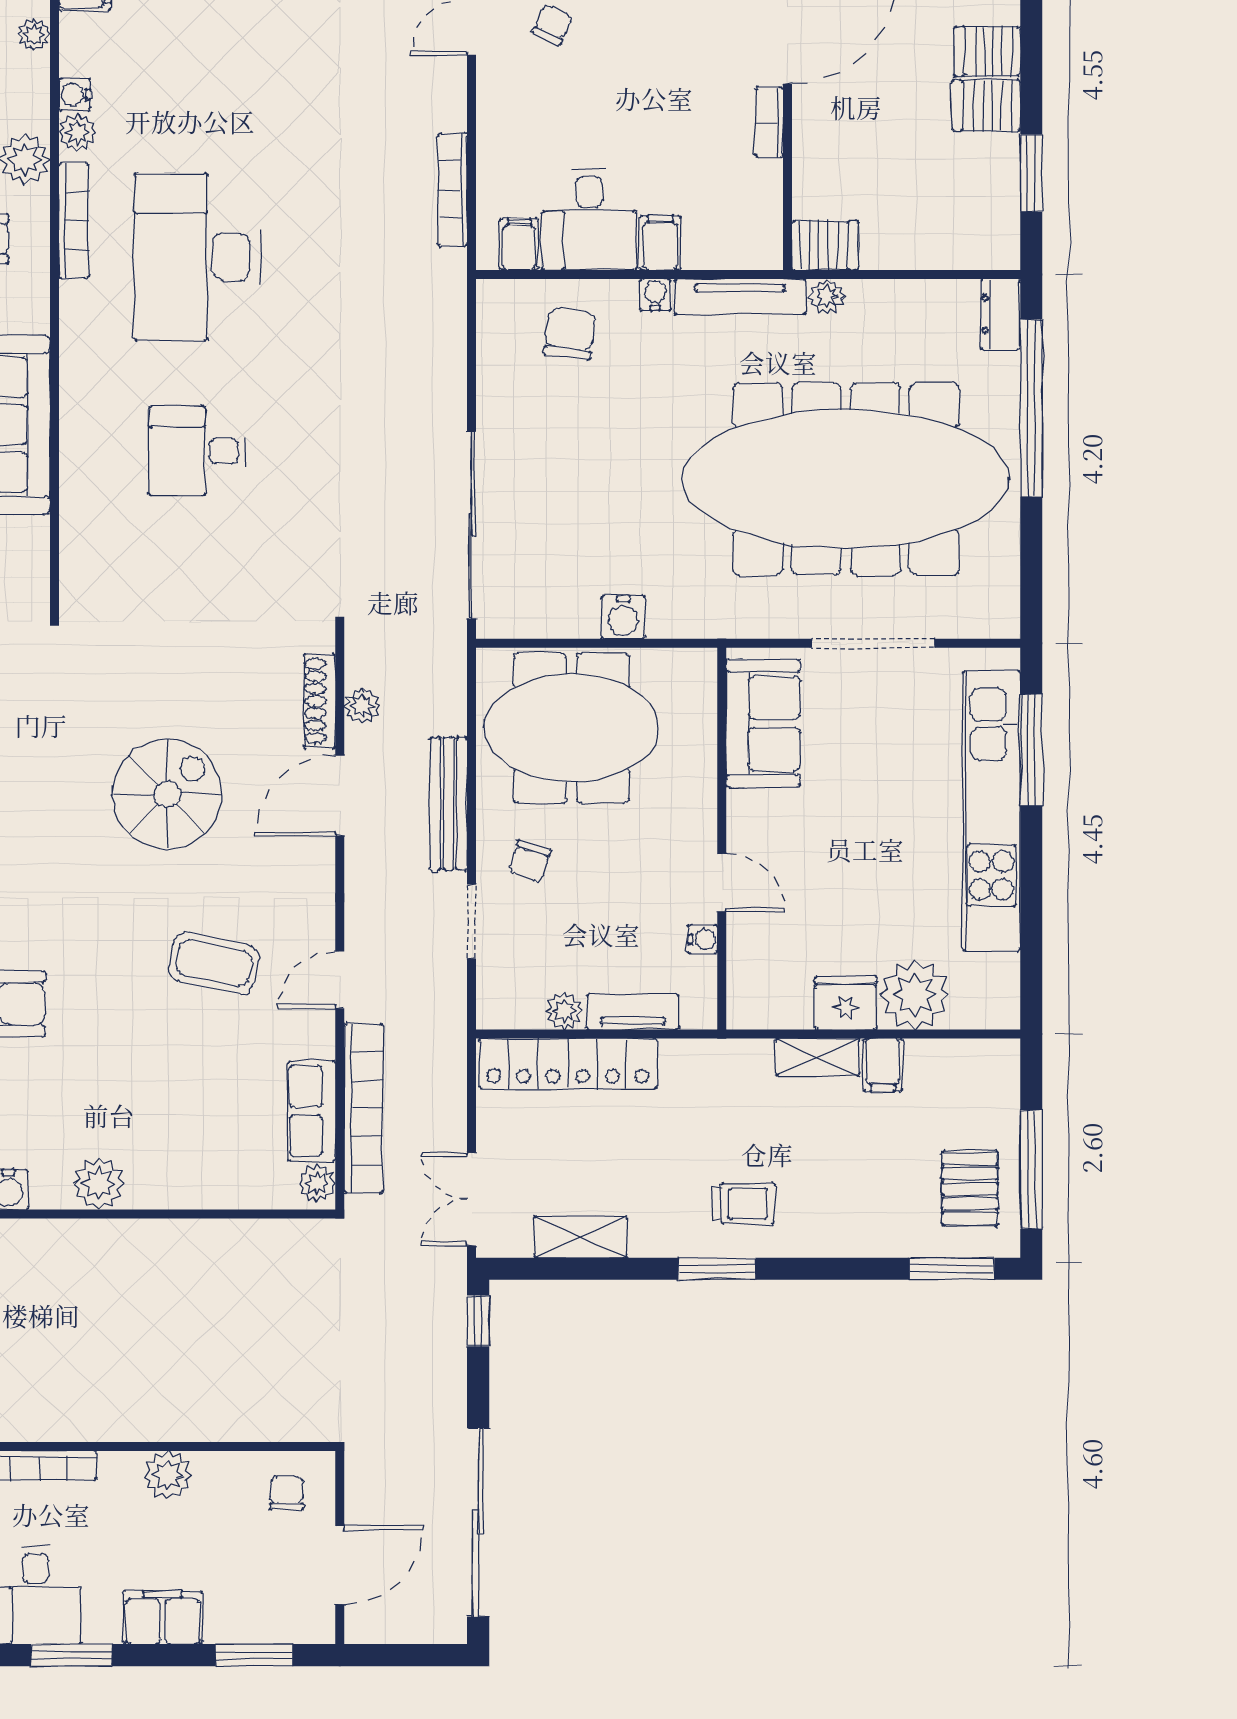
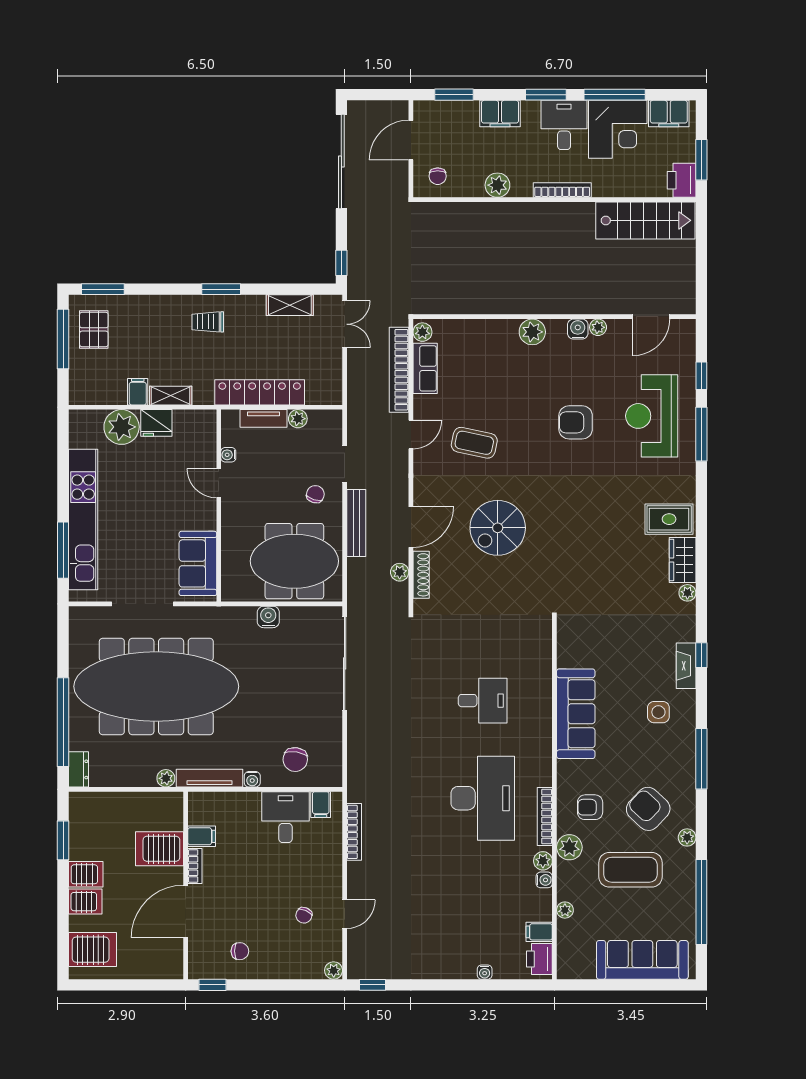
filing cabinet: (660, 243) -> (202, 836), moved, turned -90
server rack: (825, 245) -> (159, 849), moved, width x1.36, depth x1.44
locker: (568, 1063) -> (260, 392), moved

